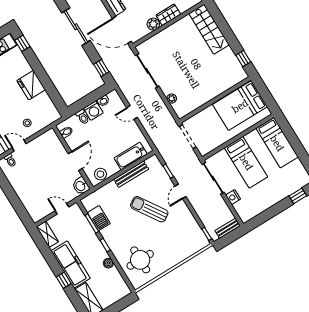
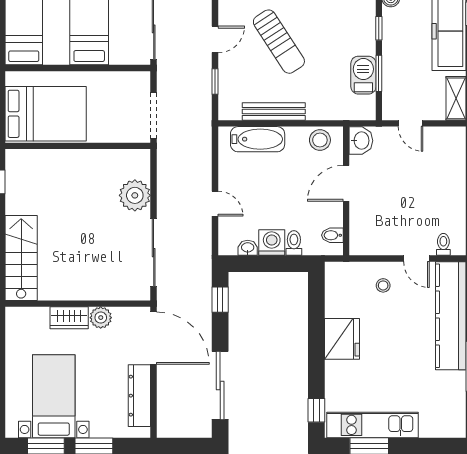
plant: (172, 98) -> (135, 195), width x1.88, depth x1.88

